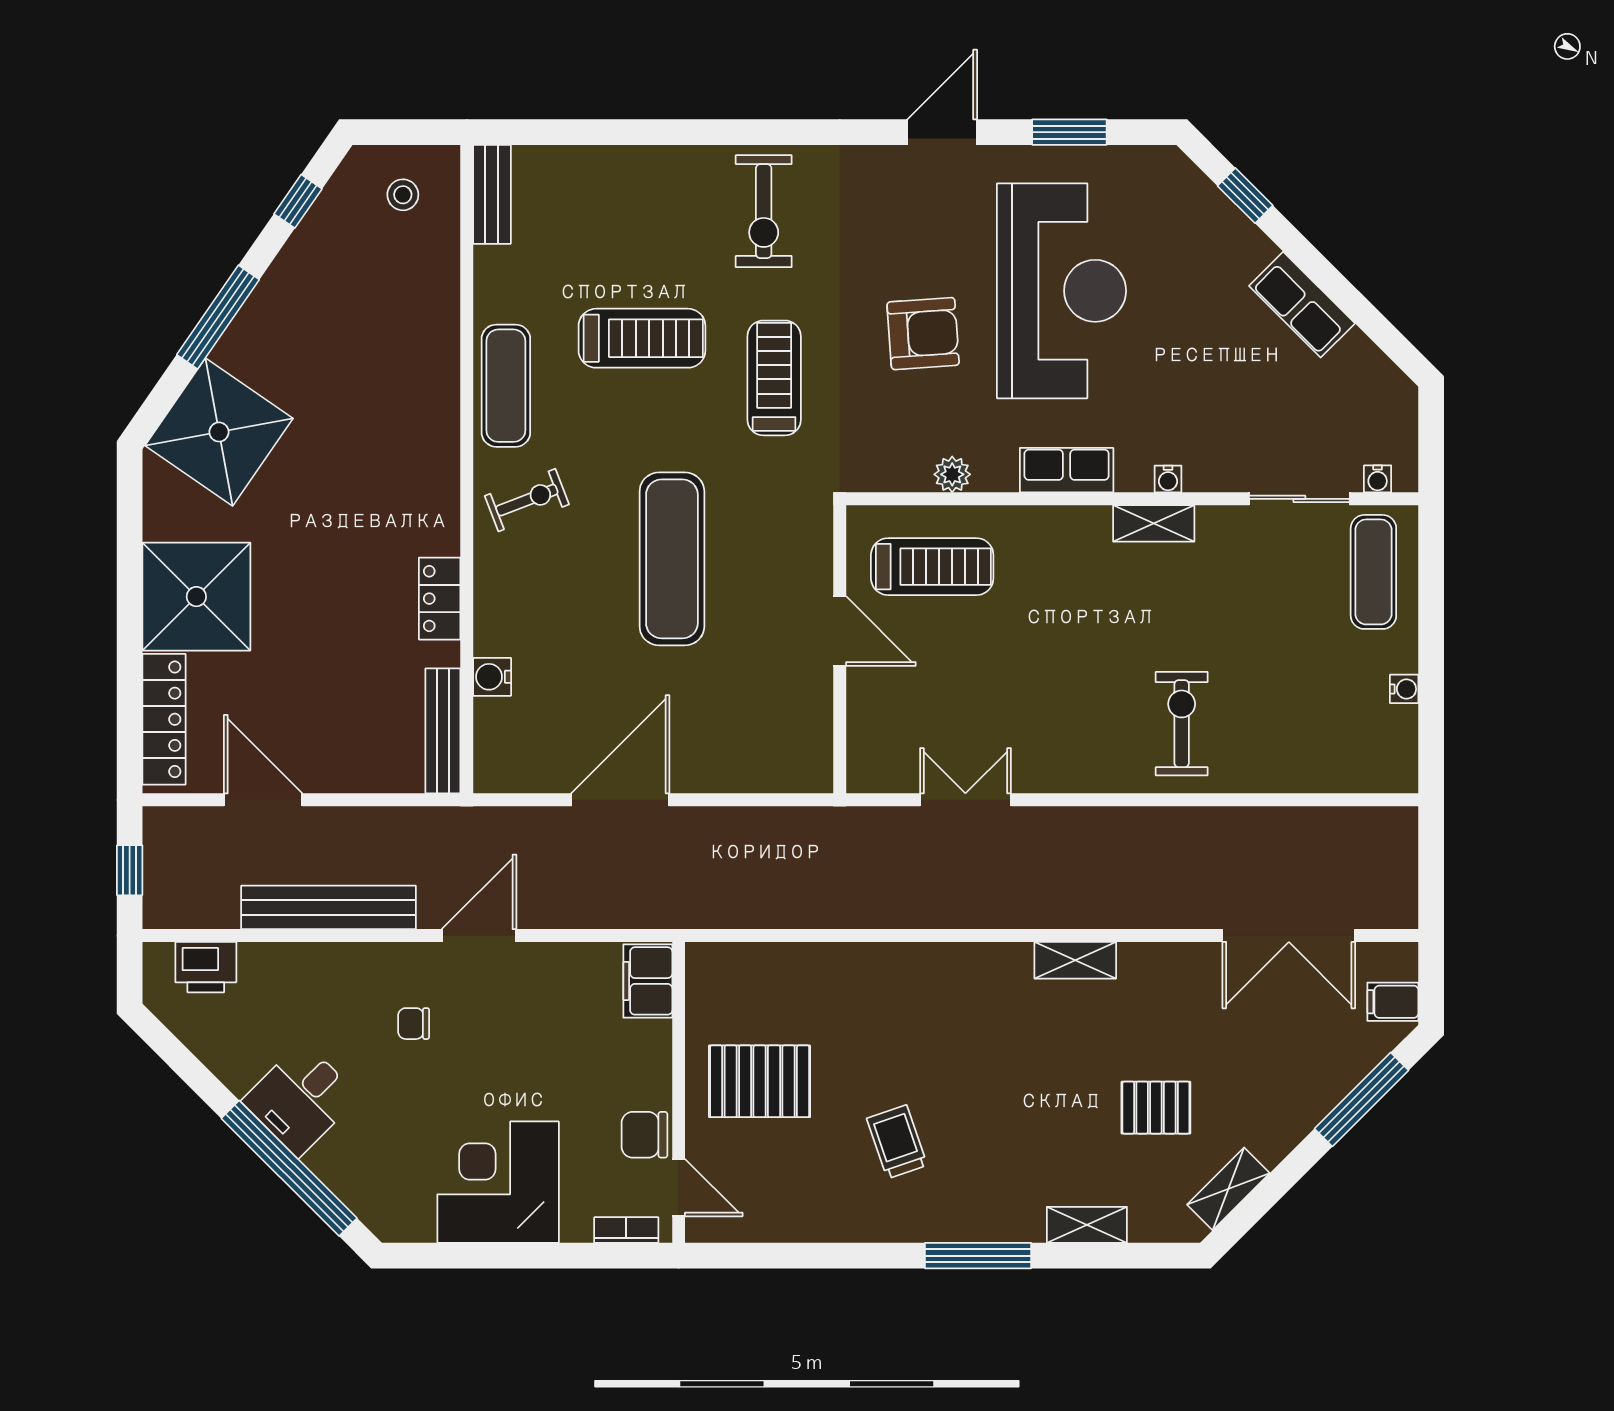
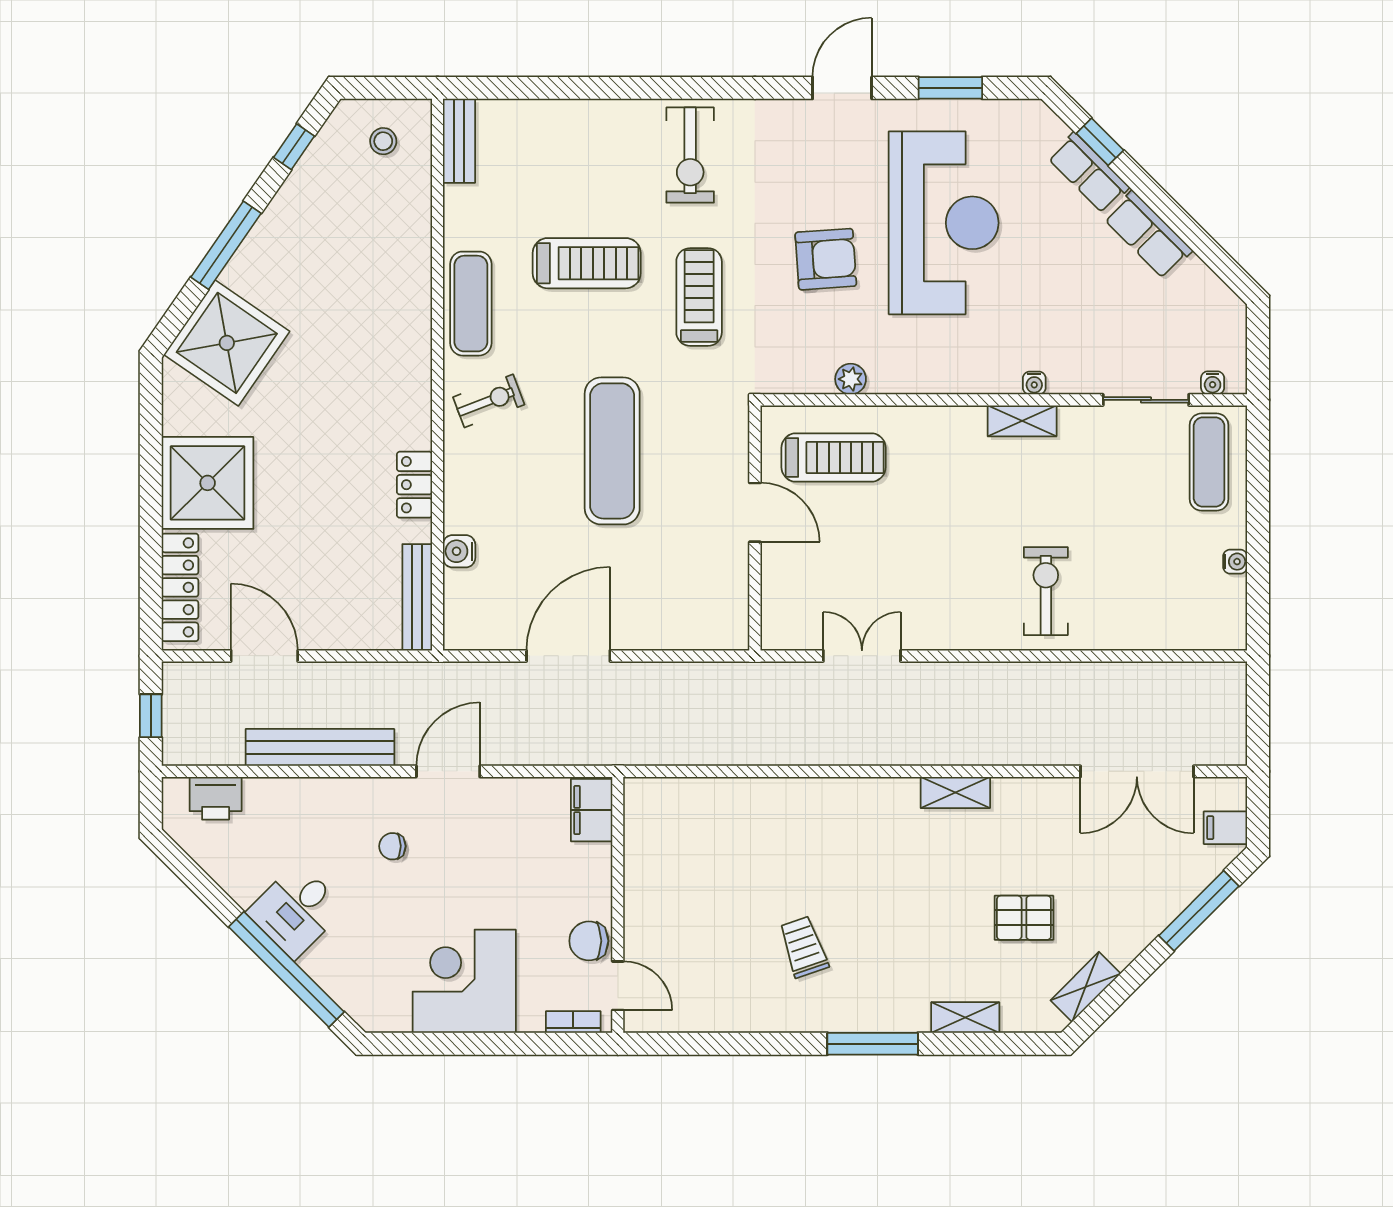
row of seats: (1067, 470) -> (1089, 173), moved, turned -135
pallet: (760, 1081) -> (687, 895), removed

